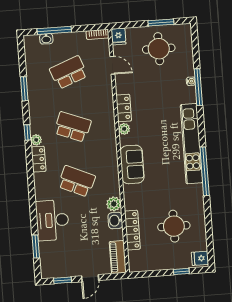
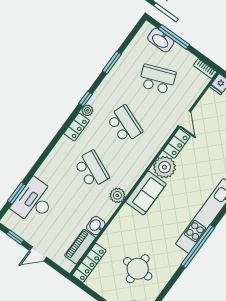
washbasin: (46, 39) -> (161, 40), width x1.91, depth x1.45
door: (112, 65) -> (184, 119), moved
plant: (124, 129) -> (165, 167), width x1.87, depth x1.87
plant: (114, 204) -> (117, 195), moved
desk: (52, 220) -> (34, 201), moved
locker: (132, 230) -> (89, 263), moved
piano: (118, 257) -> (80, 247), moved

